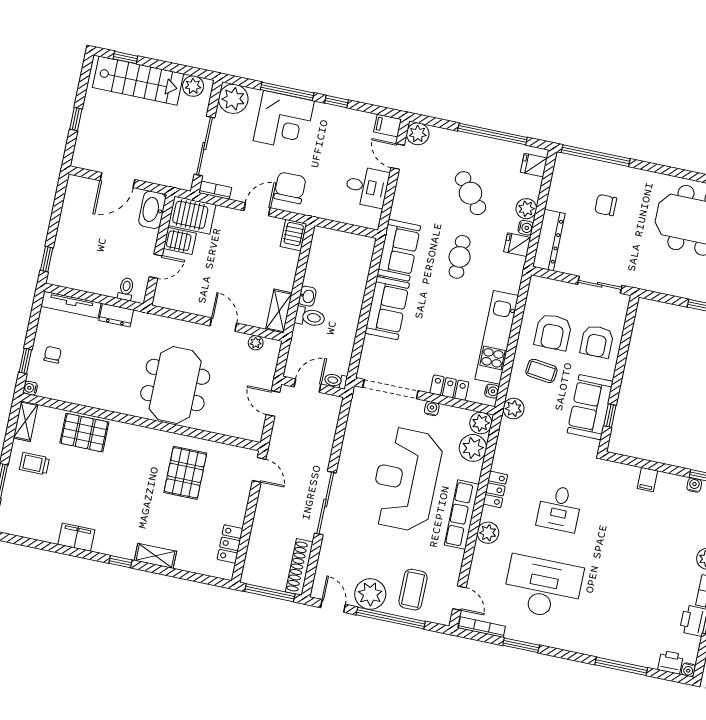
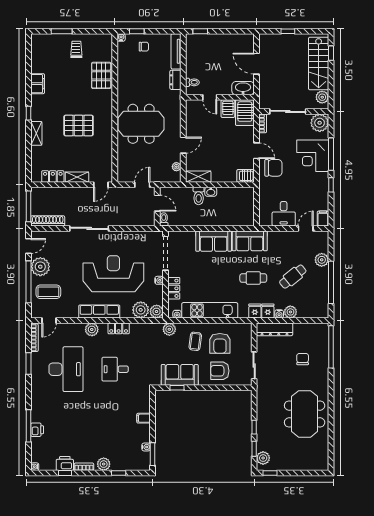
plant: (418, 134) -> (322, 260), moved
fridge: (534, 165) -> (255, 311), moved
armchair: (553, 332) -> (220, 343), turned -90
shelving: (26, 421) -> (77, 177), moved
pallet: (185, 473) -> (79, 126), moved
printer: (671, 662) -> (37, 430), moved

